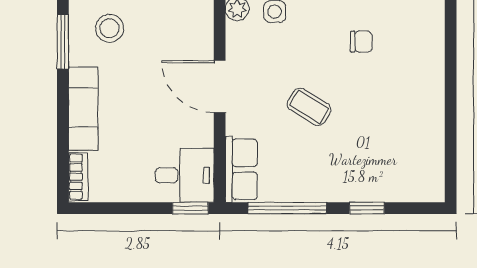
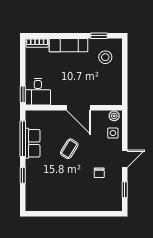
window: (63, 42) -> (99, 36), width x0.67
door: (220, 87) -> (79, 108), swing flipped
row of seats: (241, 169) -> (33, 143), moved, turned -90

